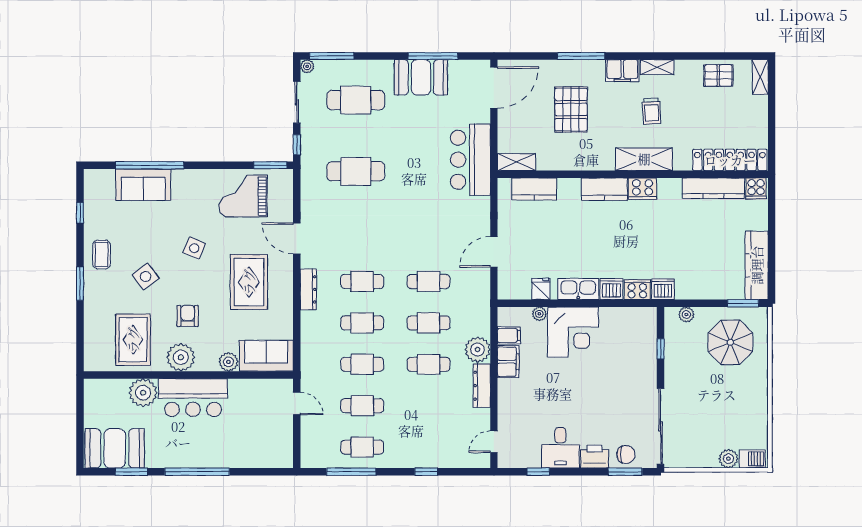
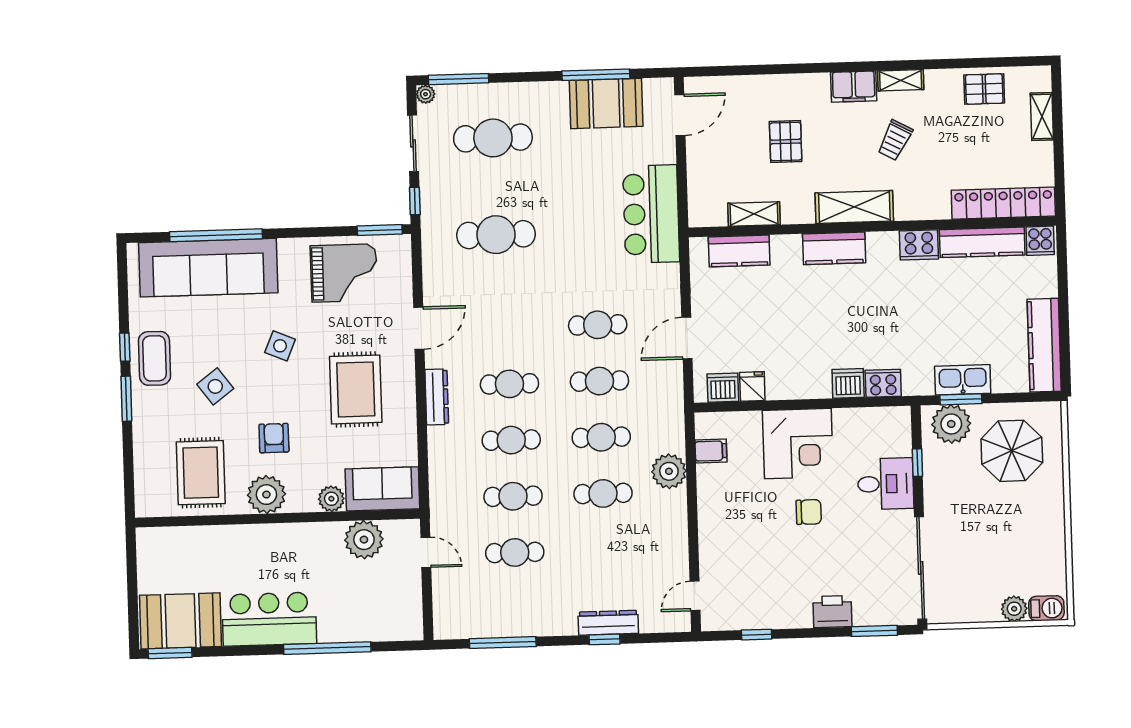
window: (581, 56) -> (797, 68), removed
booth: (421, 77) -> (606, 103), moved
shelving: (760, 77) -> (1042, 117), moved
door: (494, 87) -> (680, 115), width x0.73
pallet: (571, 110) -> (786, 142), width x0.67, depth x0.71
trolley: (652, 111) -> (895, 140), turned 31
shelving: (644, 159) -> (854, 207), moved
shelving: (517, 162) -> (754, 214), moved
sofa: (143, 185) -> (208, 268), width x1.85, depth x1.27
cooker: (643, 189) -> (919, 245), moved
grand piano: (243, 196) -> (344, 273), turned 180
window: (80, 213) -> (125, 347), moved
door: (297, 238) -> (419, 328), swing flipped
coffee table: (102, 254) -> (154, 358), width x1.36, depth x1.30
kitchen sink: (578, 289) -> (963, 380), moved
dishwasher: (663, 289) -> (723, 388), moved
window: (743, 303) -> (961, 399), moved
plant: (539, 314) -> (751, 420), removed
plant: (686, 314) -> (951, 424), width x1.87, depth x1.87
filing cabinet: (508, 362) -> (711, 487), removed
dresser: (482, 386) -> (608, 623), moved, turned 90
plant: (143, 393) -> (364, 540), moved
bar counter: (193, 398) -> (269, 619), moved, turned 180
cafe table: (362, 447) -> (598, 325), moved
desk: (560, 448) -> (886, 484), moved, turned -90
chair: (626, 454) -> (809, 512), moved
window: (131, 472) -> (170, 653), moved
window: (197, 472) -> (327, 648), moved

